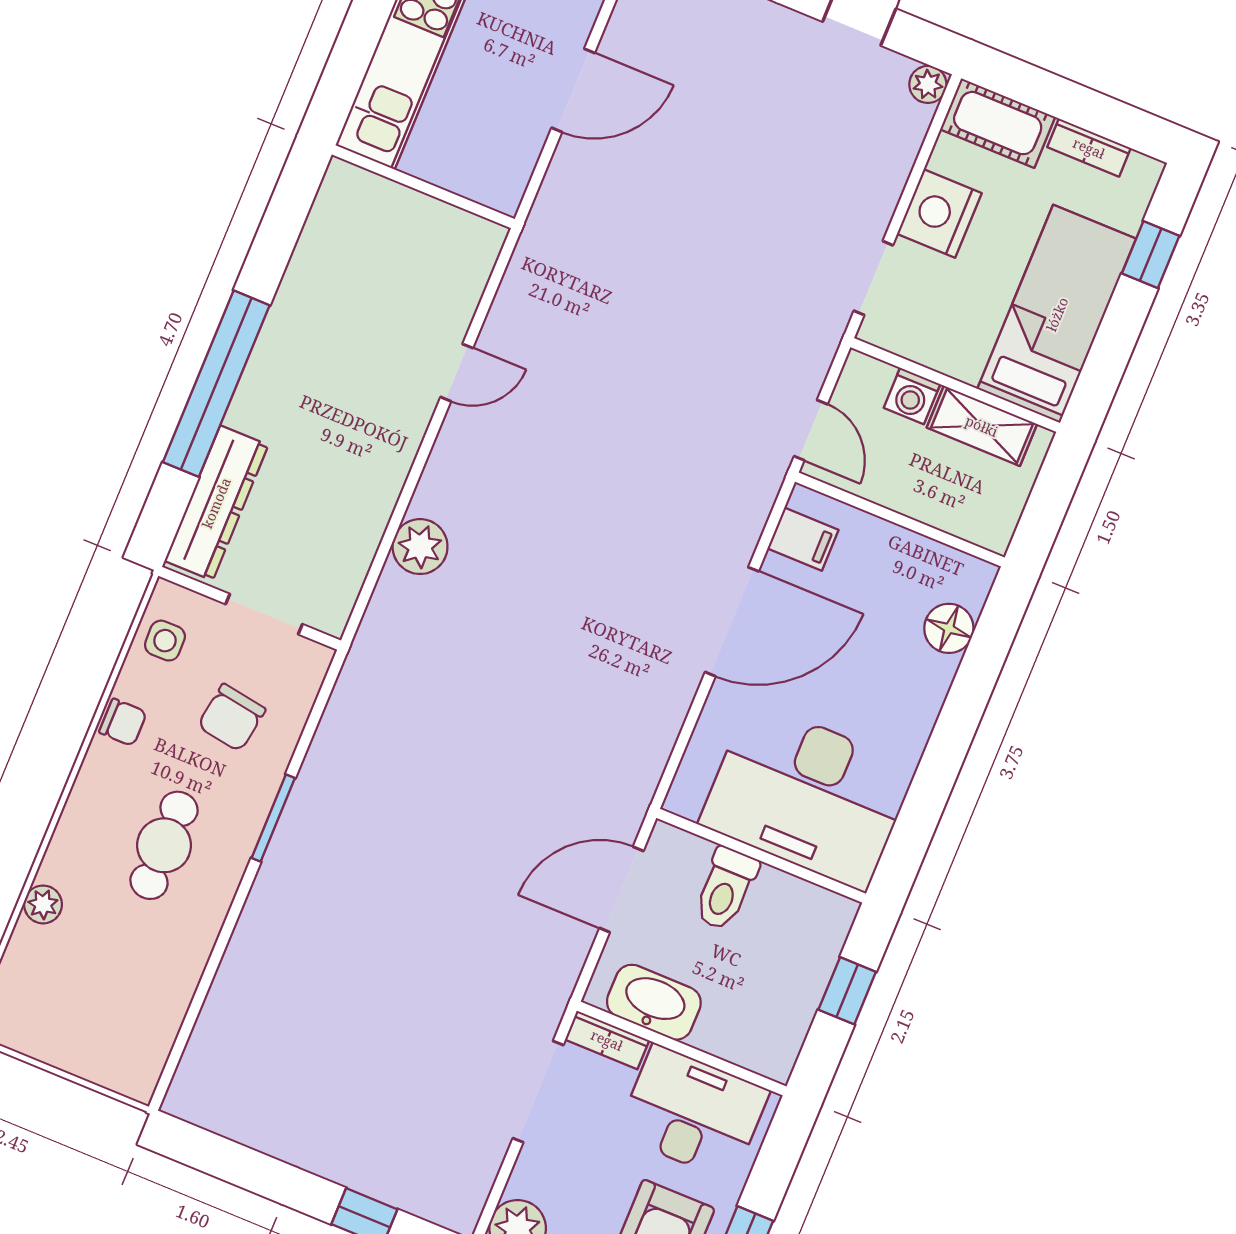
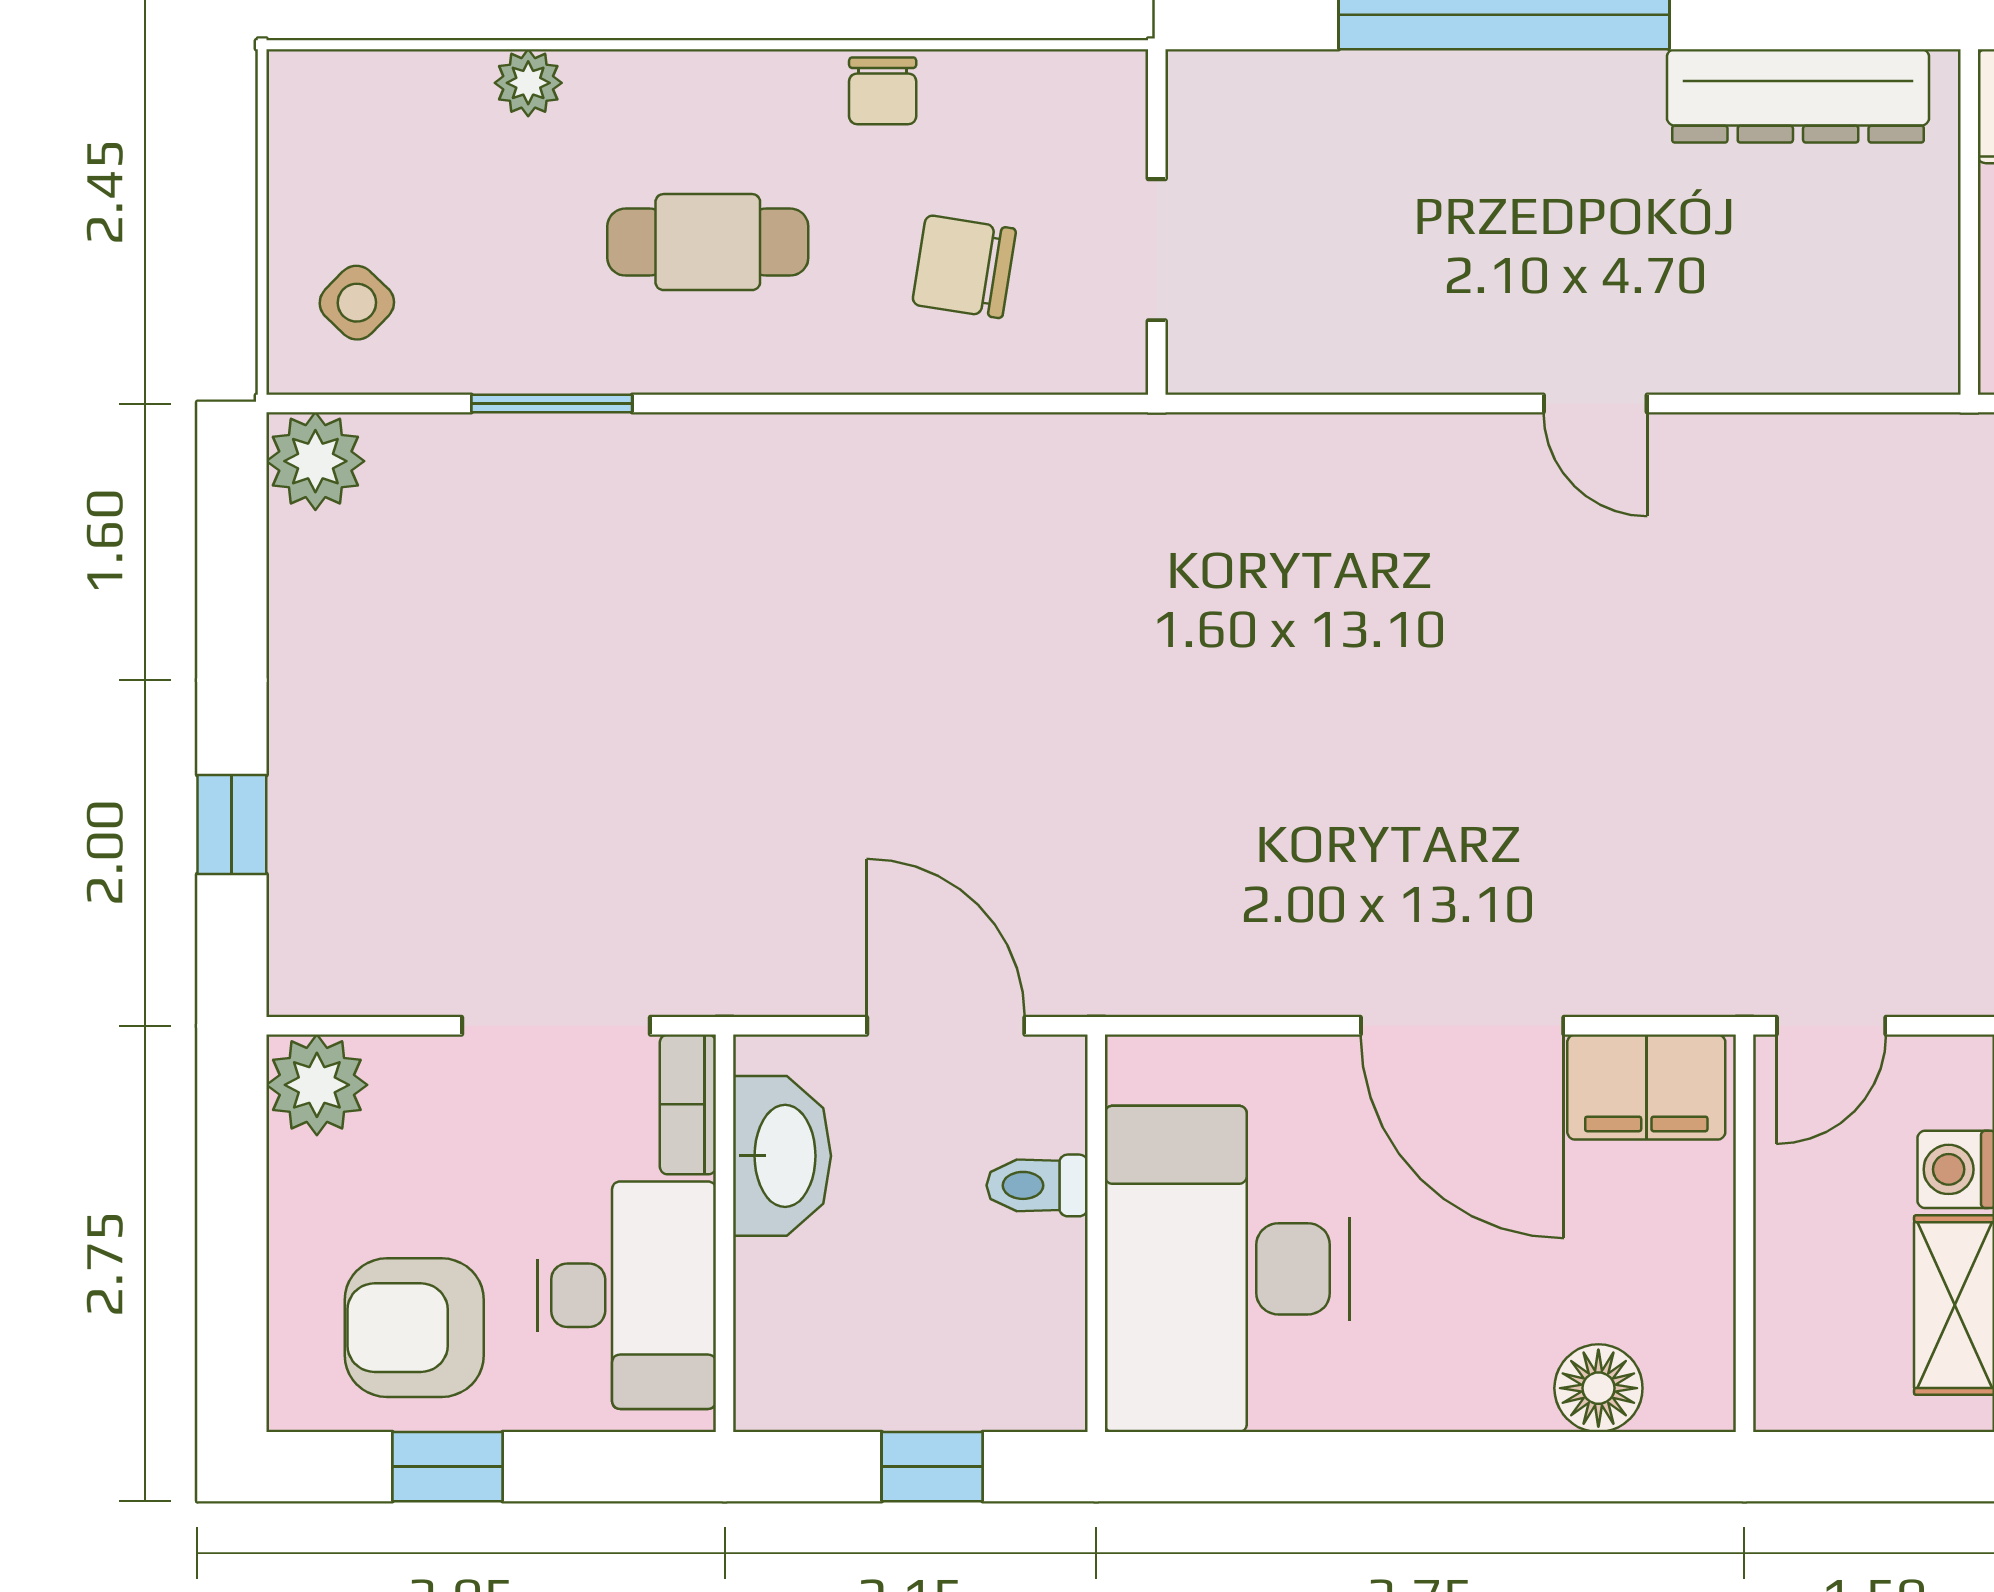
door: (457, 373) -> (1595, 404), moved
dresser: (216, 503) -> (1798, 96), moved
filing cabinet: (803, 539) -> (1646, 1087), width x2.00
plant: (420, 547) -> (315, 461), moved
side table: (165, 641) -> (357, 303), moved, turned 45
window: (273, 818) -> (552, 404), moved
toilet: (726, 889) -> (1037, 1185), width x0.73, depth x0.72

